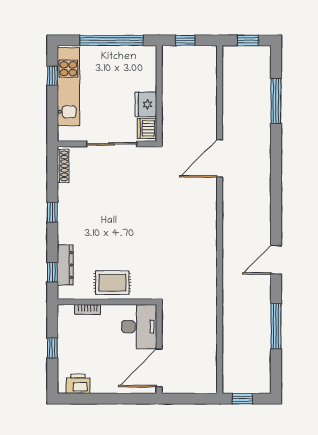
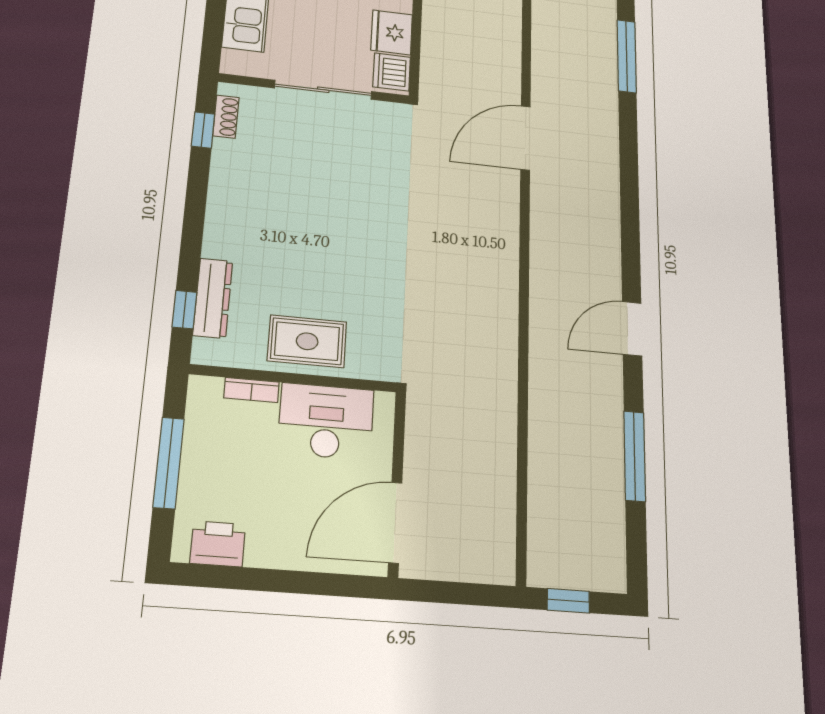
shoe rack: (63, 166) -> (226, 117), width x0.70
window: (52, 212) -> (203, 130), moved
desk: (139, 327) -> (326, 421), moved, turned -90
window: (52, 348) -> (169, 463), width x2.17

